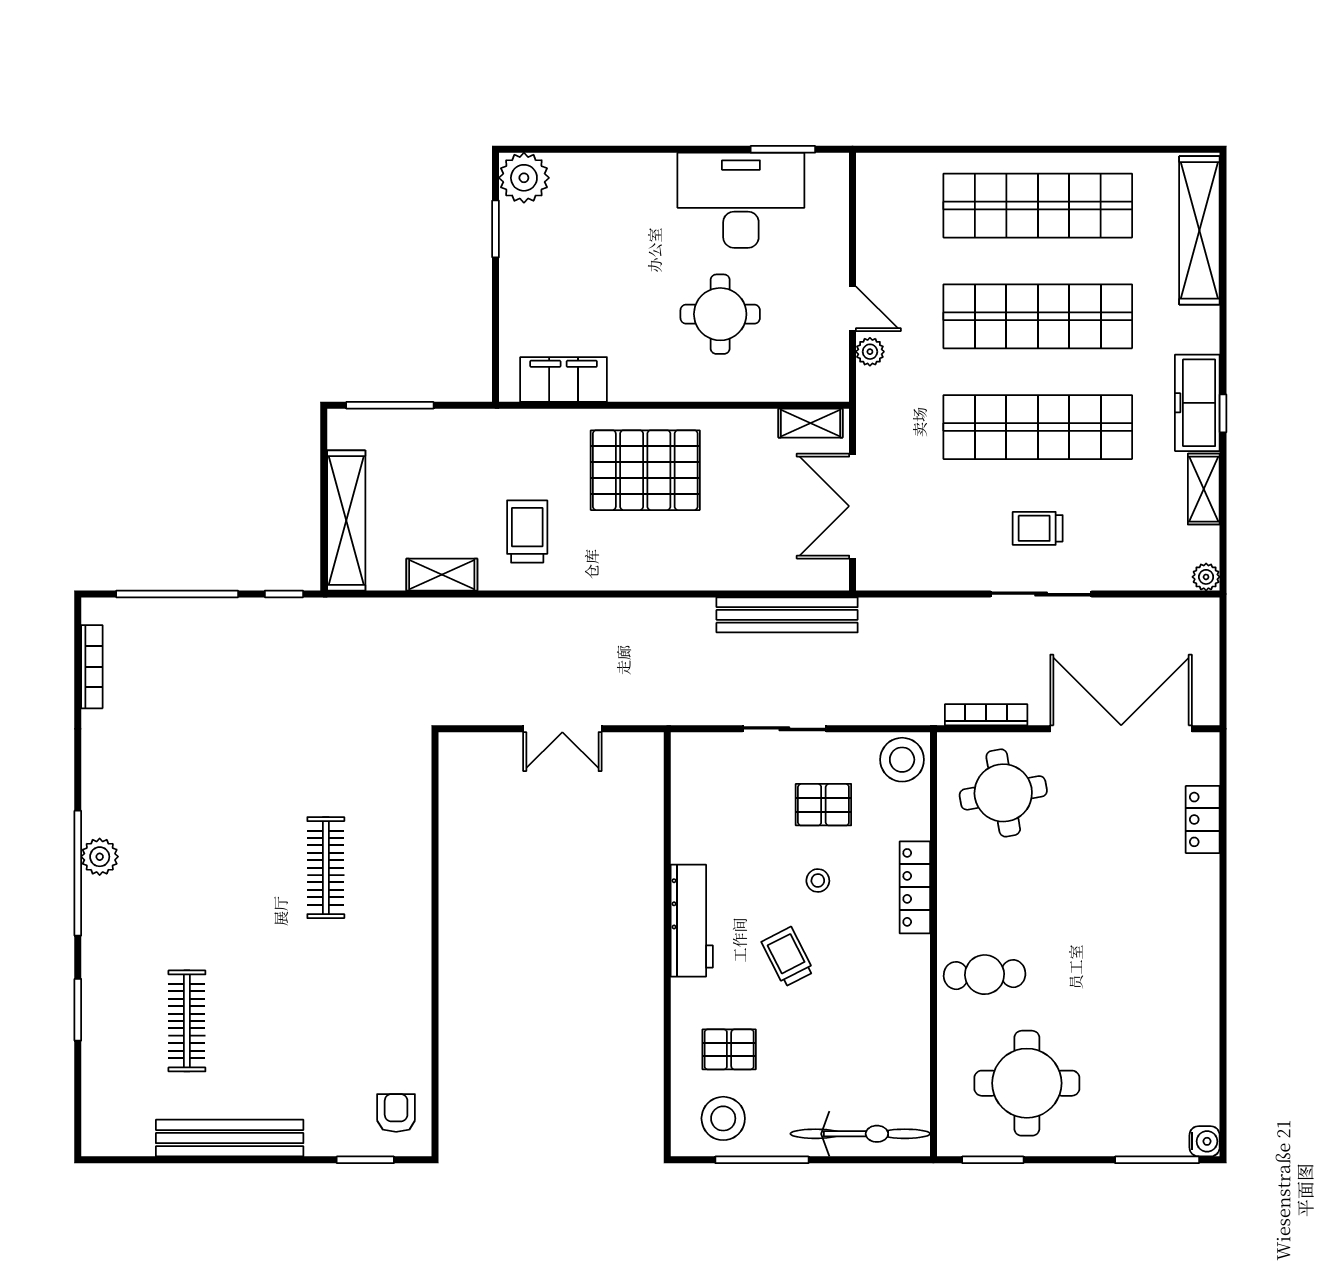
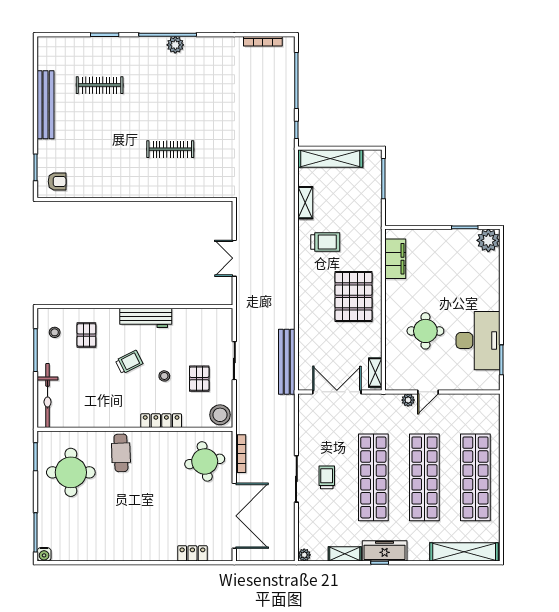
stool: (723, 1118) -> (55, 332), width x0.53, depth x0.53

